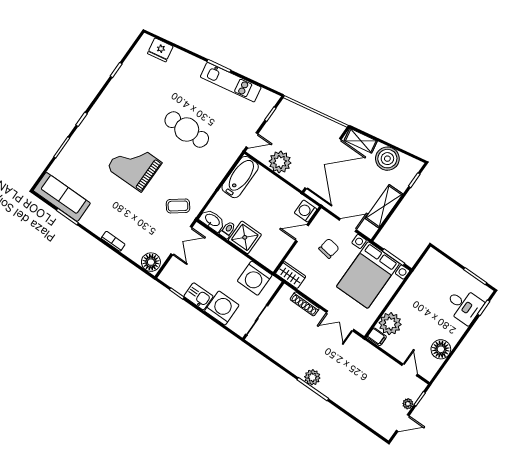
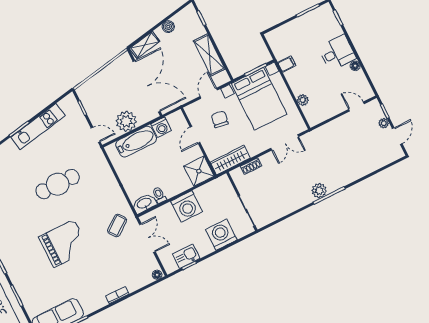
door: (252, 140) -> (96, 135), hinge flipped
boiler: (387, 159) -> (168, 27), width x0.54, depth x0.54
grand piano: (134, 165) -> (64, 243), turned 180
bathtub: (240, 177) -> (136, 142), moved, turned 90
washing machine: (306, 211) -> (161, 127), moved, turned -90
shower: (245, 237) -> (199, 171), moved
floor lamp: (151, 262) -> (157, 275), width x0.53, depth x0.53
wardrobe: (291, 275) -> (230, 160), width x1.50
washing machine: (255, 278) -> (187, 206), moved
kitchen sink: (198, 296) -> (186, 256), moved
shoe rack: (305, 304) -> (251, 166), width x0.70
desk: (464, 306) -> (337, 53), moved
plant: (390, 324) -> (303, 100), width x0.53, depth x0.53
filing cabinet: (377, 337) -> (287, 64), moved
floor lamp: (441, 349) -> (355, 66), width x0.53, depth x0.53

